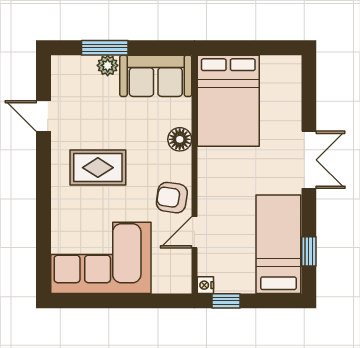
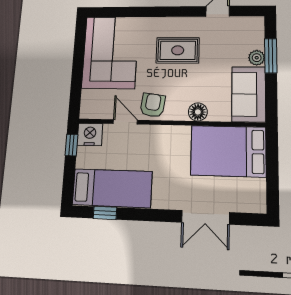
double door: (309, 160) -> (205, 217), moved
rug: (98, 168) -> (178, 50), turned 90
nightstand: (205, 285) -> (90, 134), width x1.89, depth x1.79

